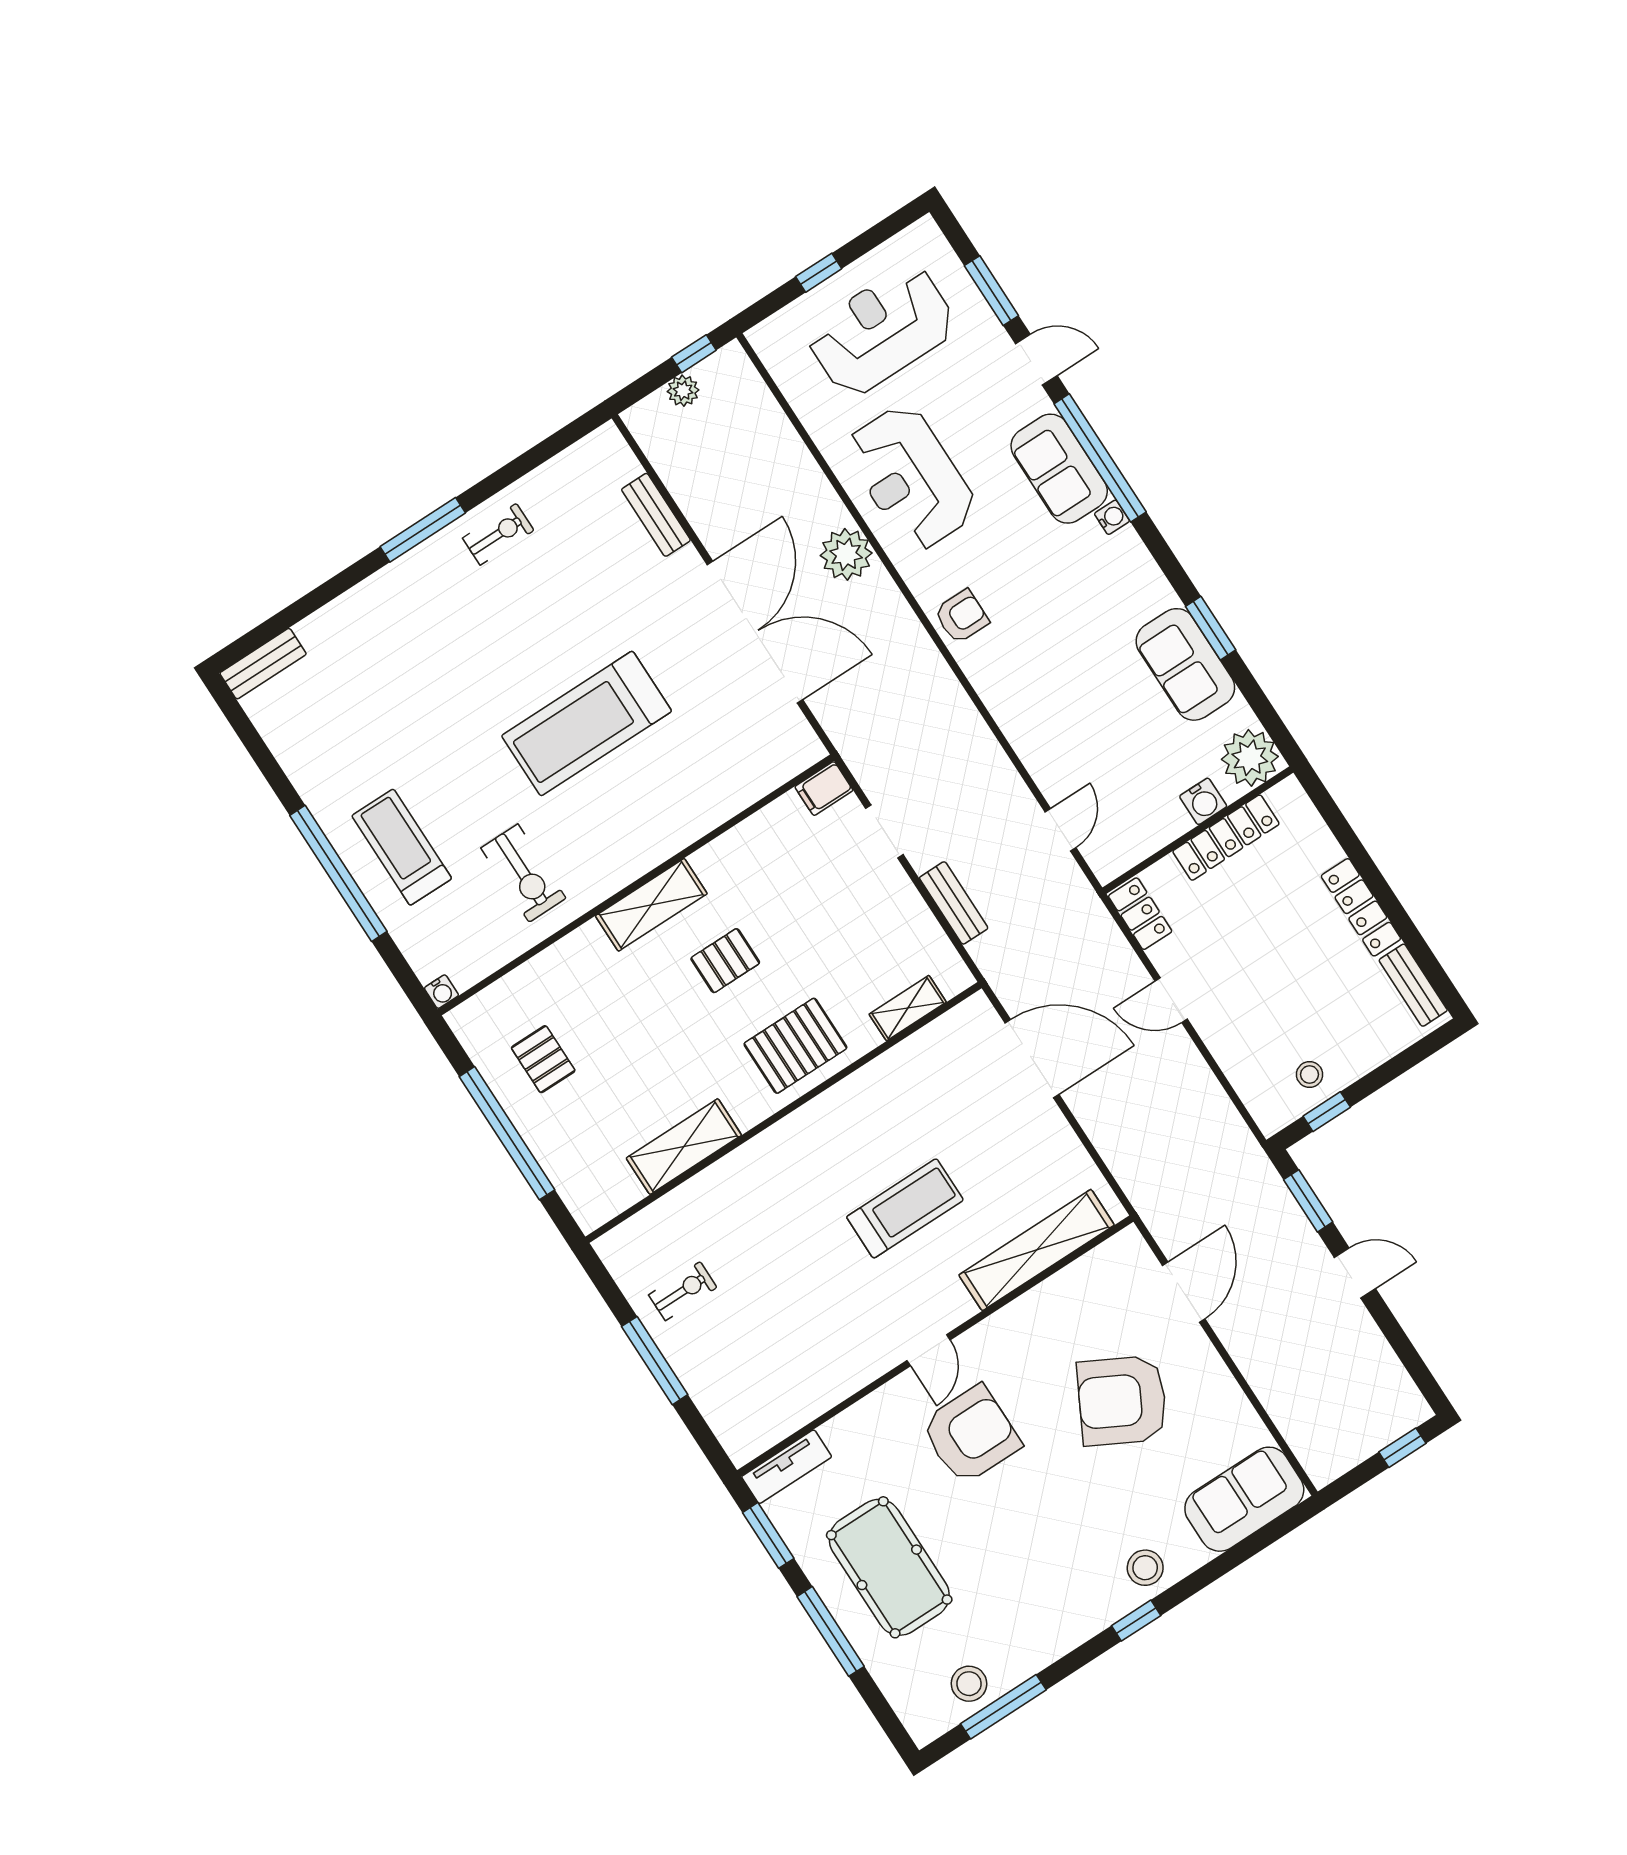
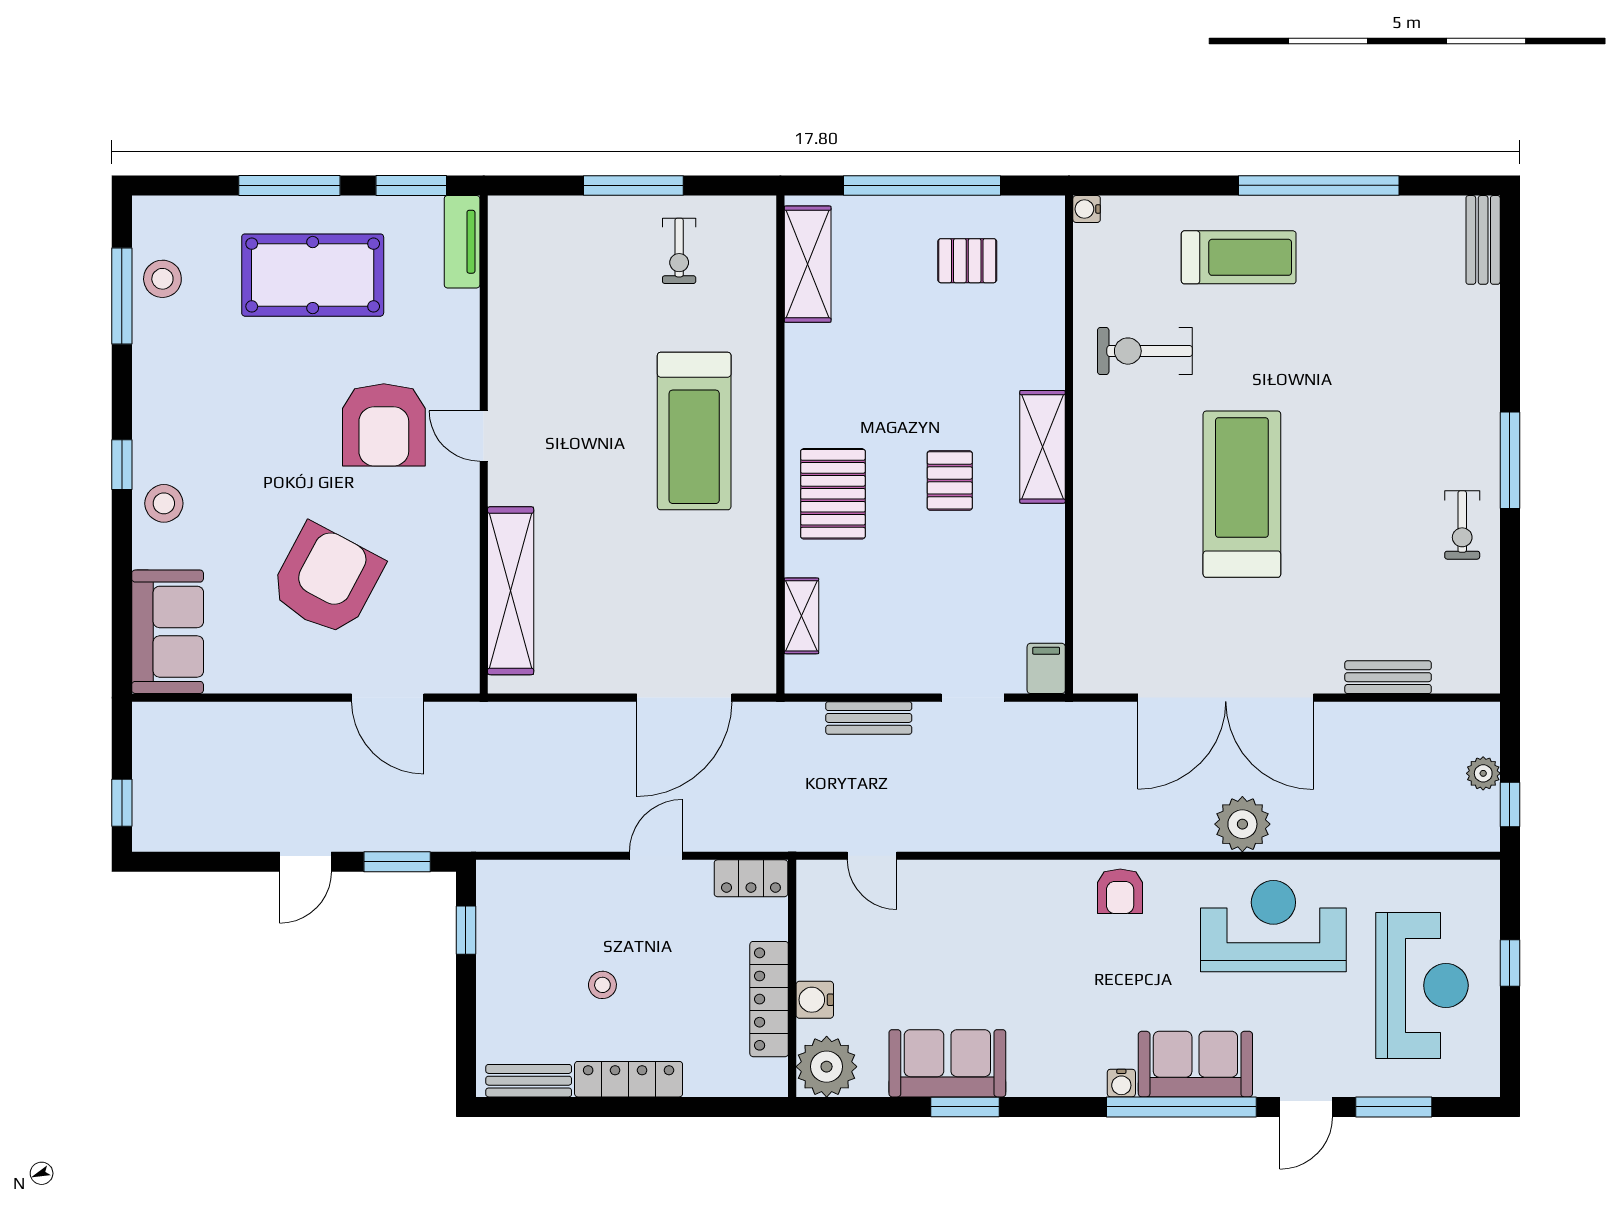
window: (338, 873) -> (1319, 185), moved
stool: (1310, 1074) -> (602, 985), moved
shelving: (684, 1147) -> (808, 264), moved
treadmill: (905, 1208) -> (694, 431), moved, width x1.37, depth x1.38

